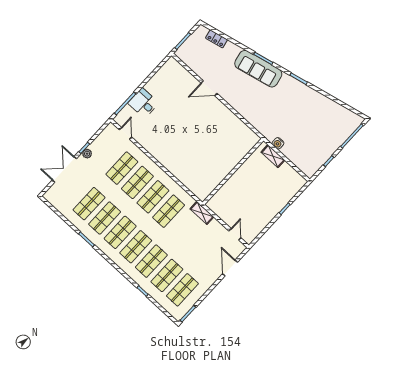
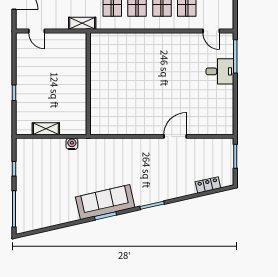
sofa: (258, 69) -> (105, 202), moved
shelving: (273, 156) -> (46, 129), moved

